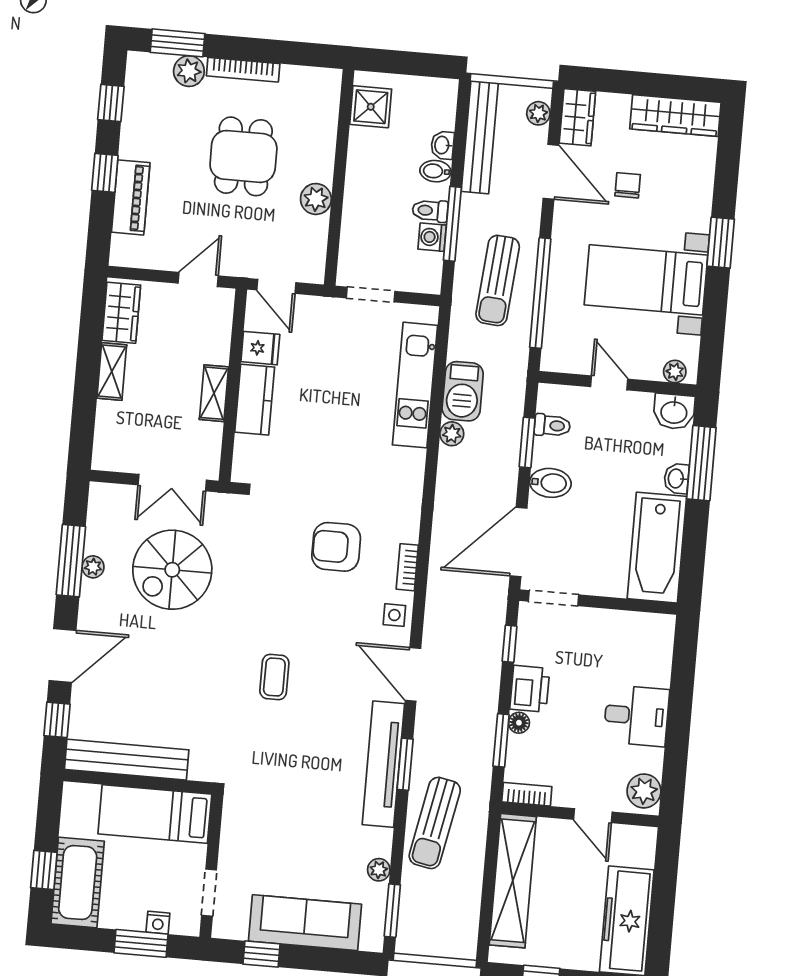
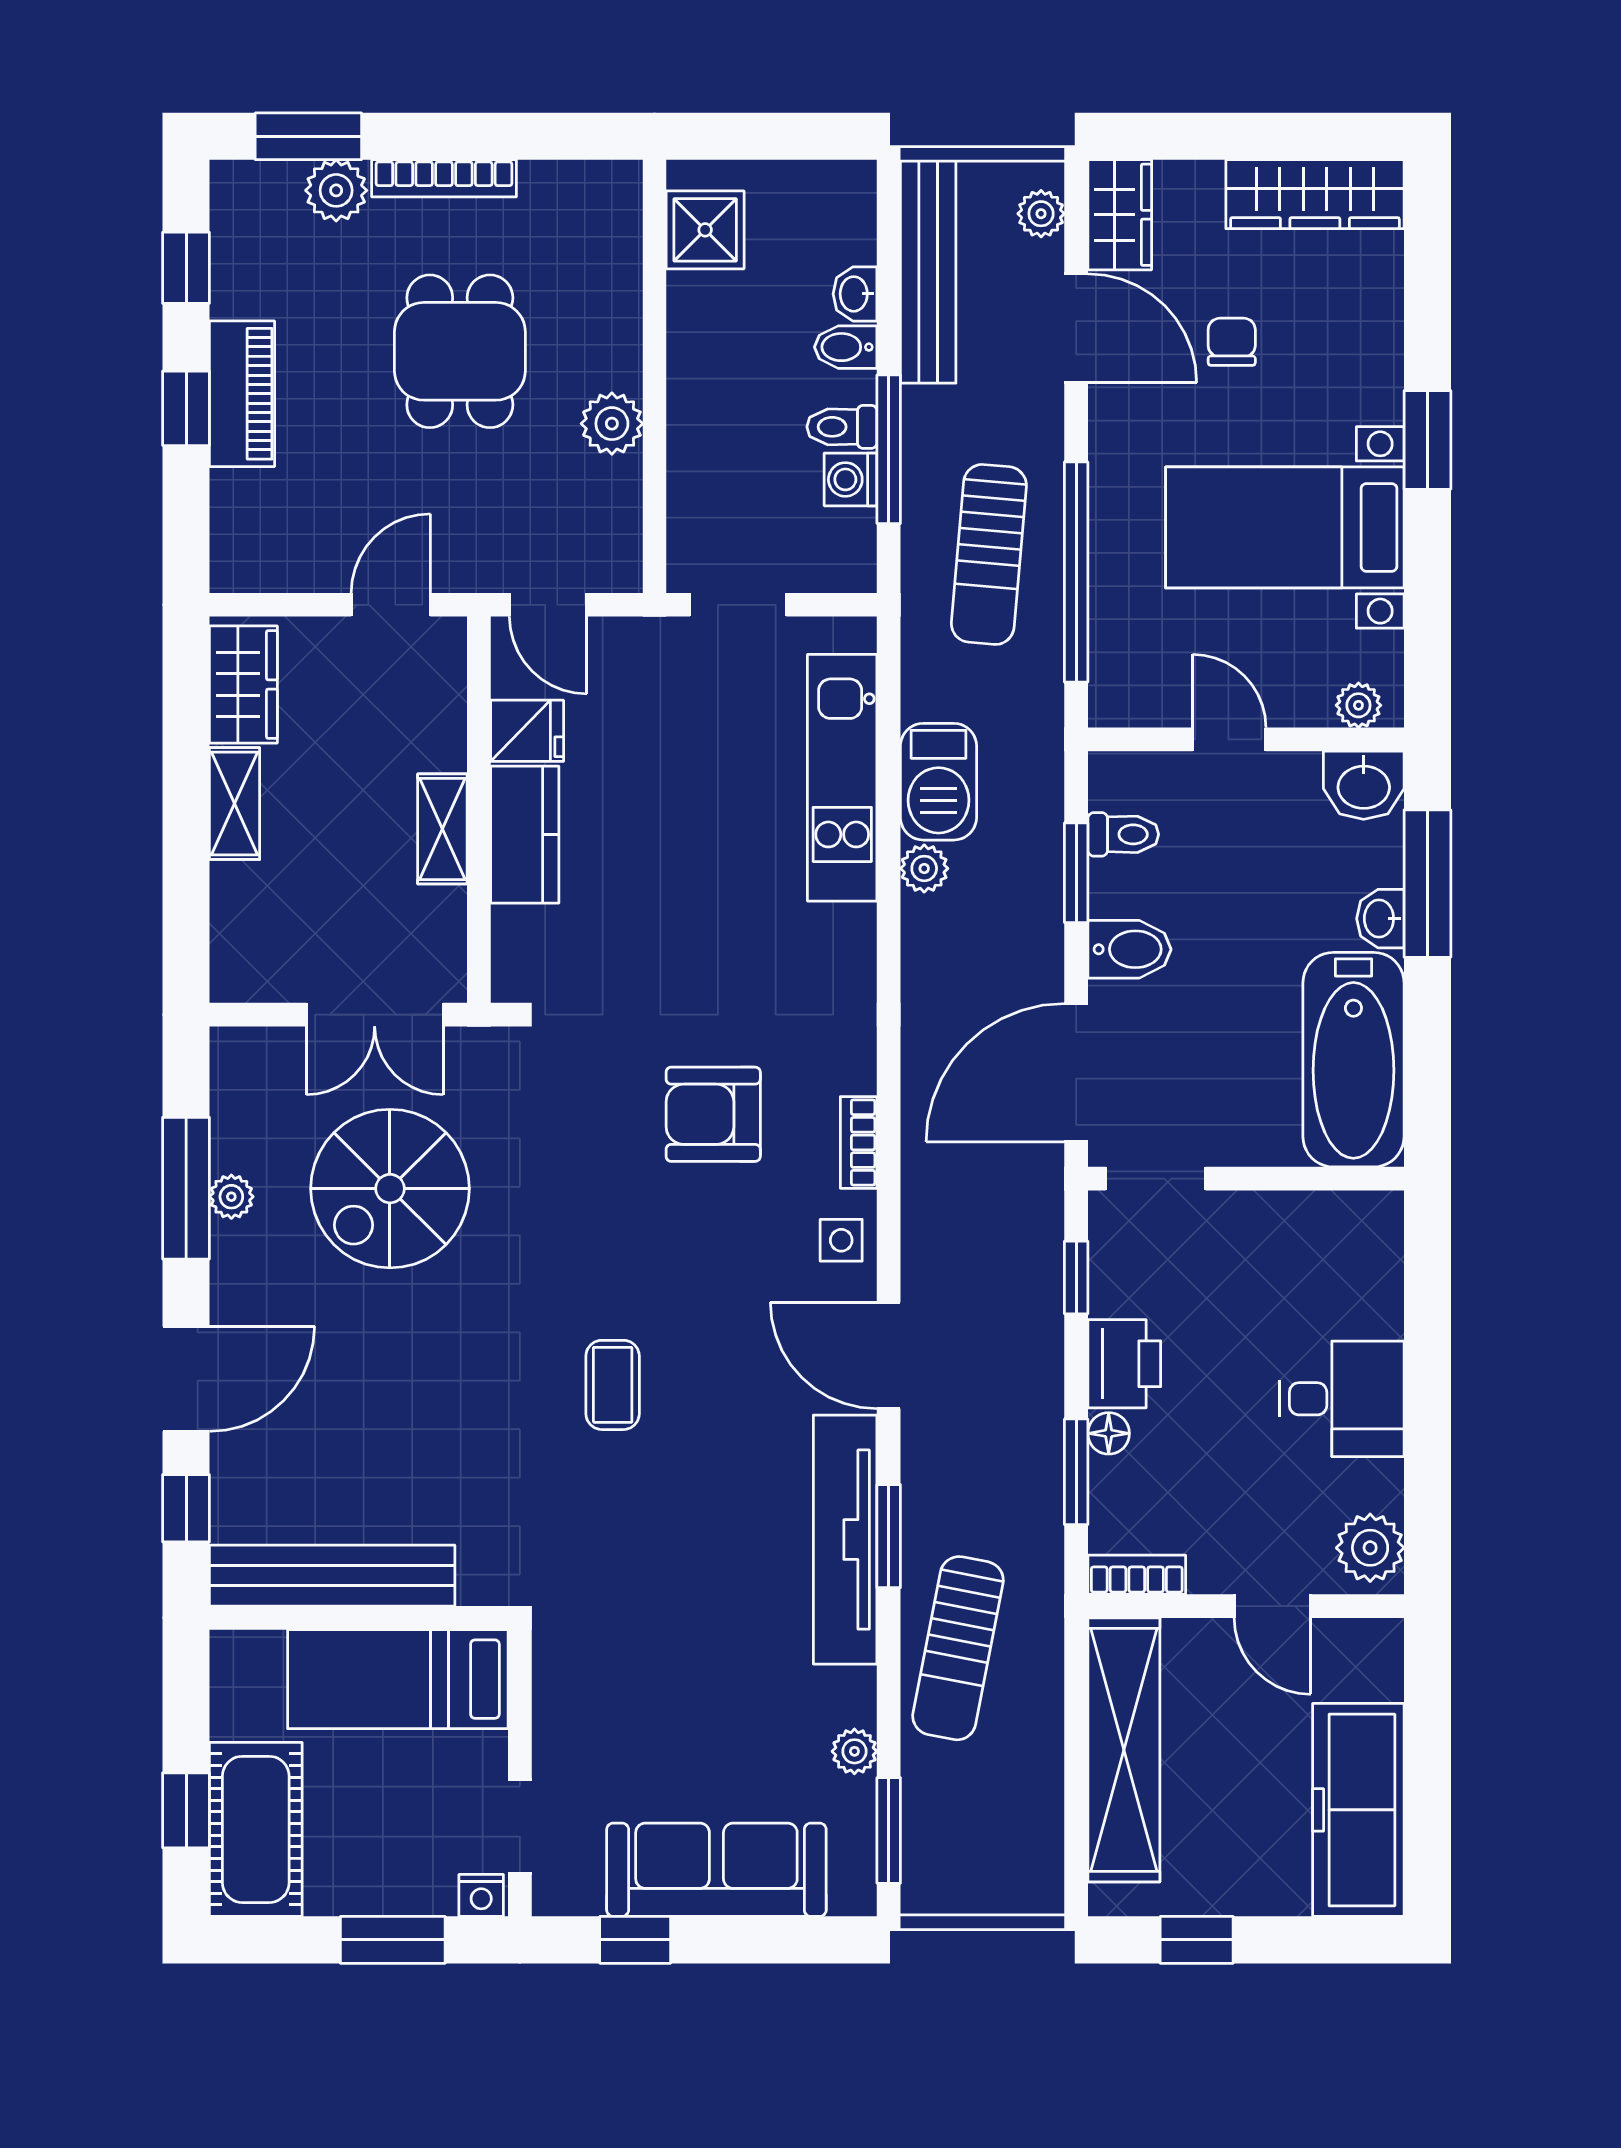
piano: (131, 197) -> (242, 394), moved
nightstand: (158, 923) -> (481, 1895), moved

